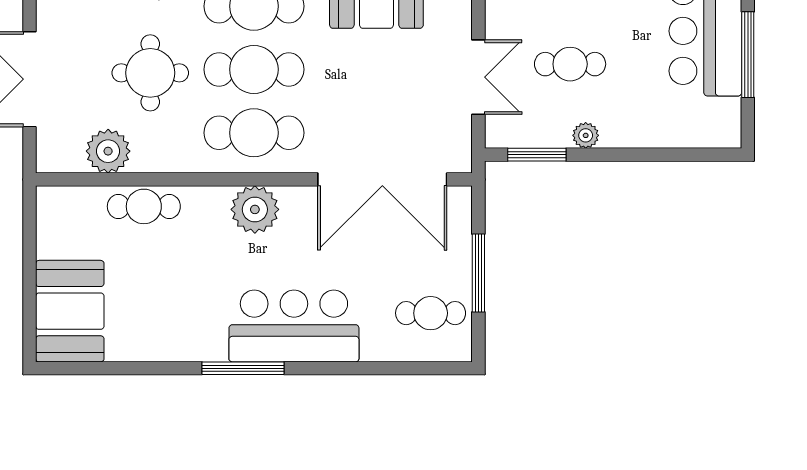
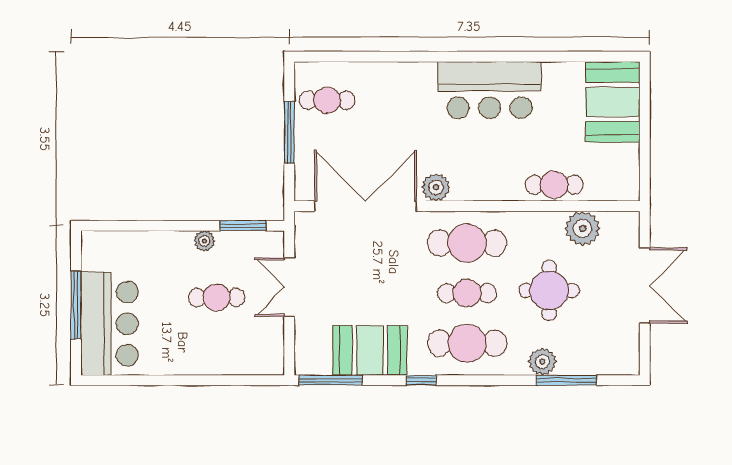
cafe table: (254, 69) -> (467, 293), width x0.73, depth x0.74
plant: (255, 209) -> (436, 187), moved, width x0.73, depth x0.73
bar counter: (294, 326) -> (490, 90), moved
window: (243, 368) -> (476, 57), removed

